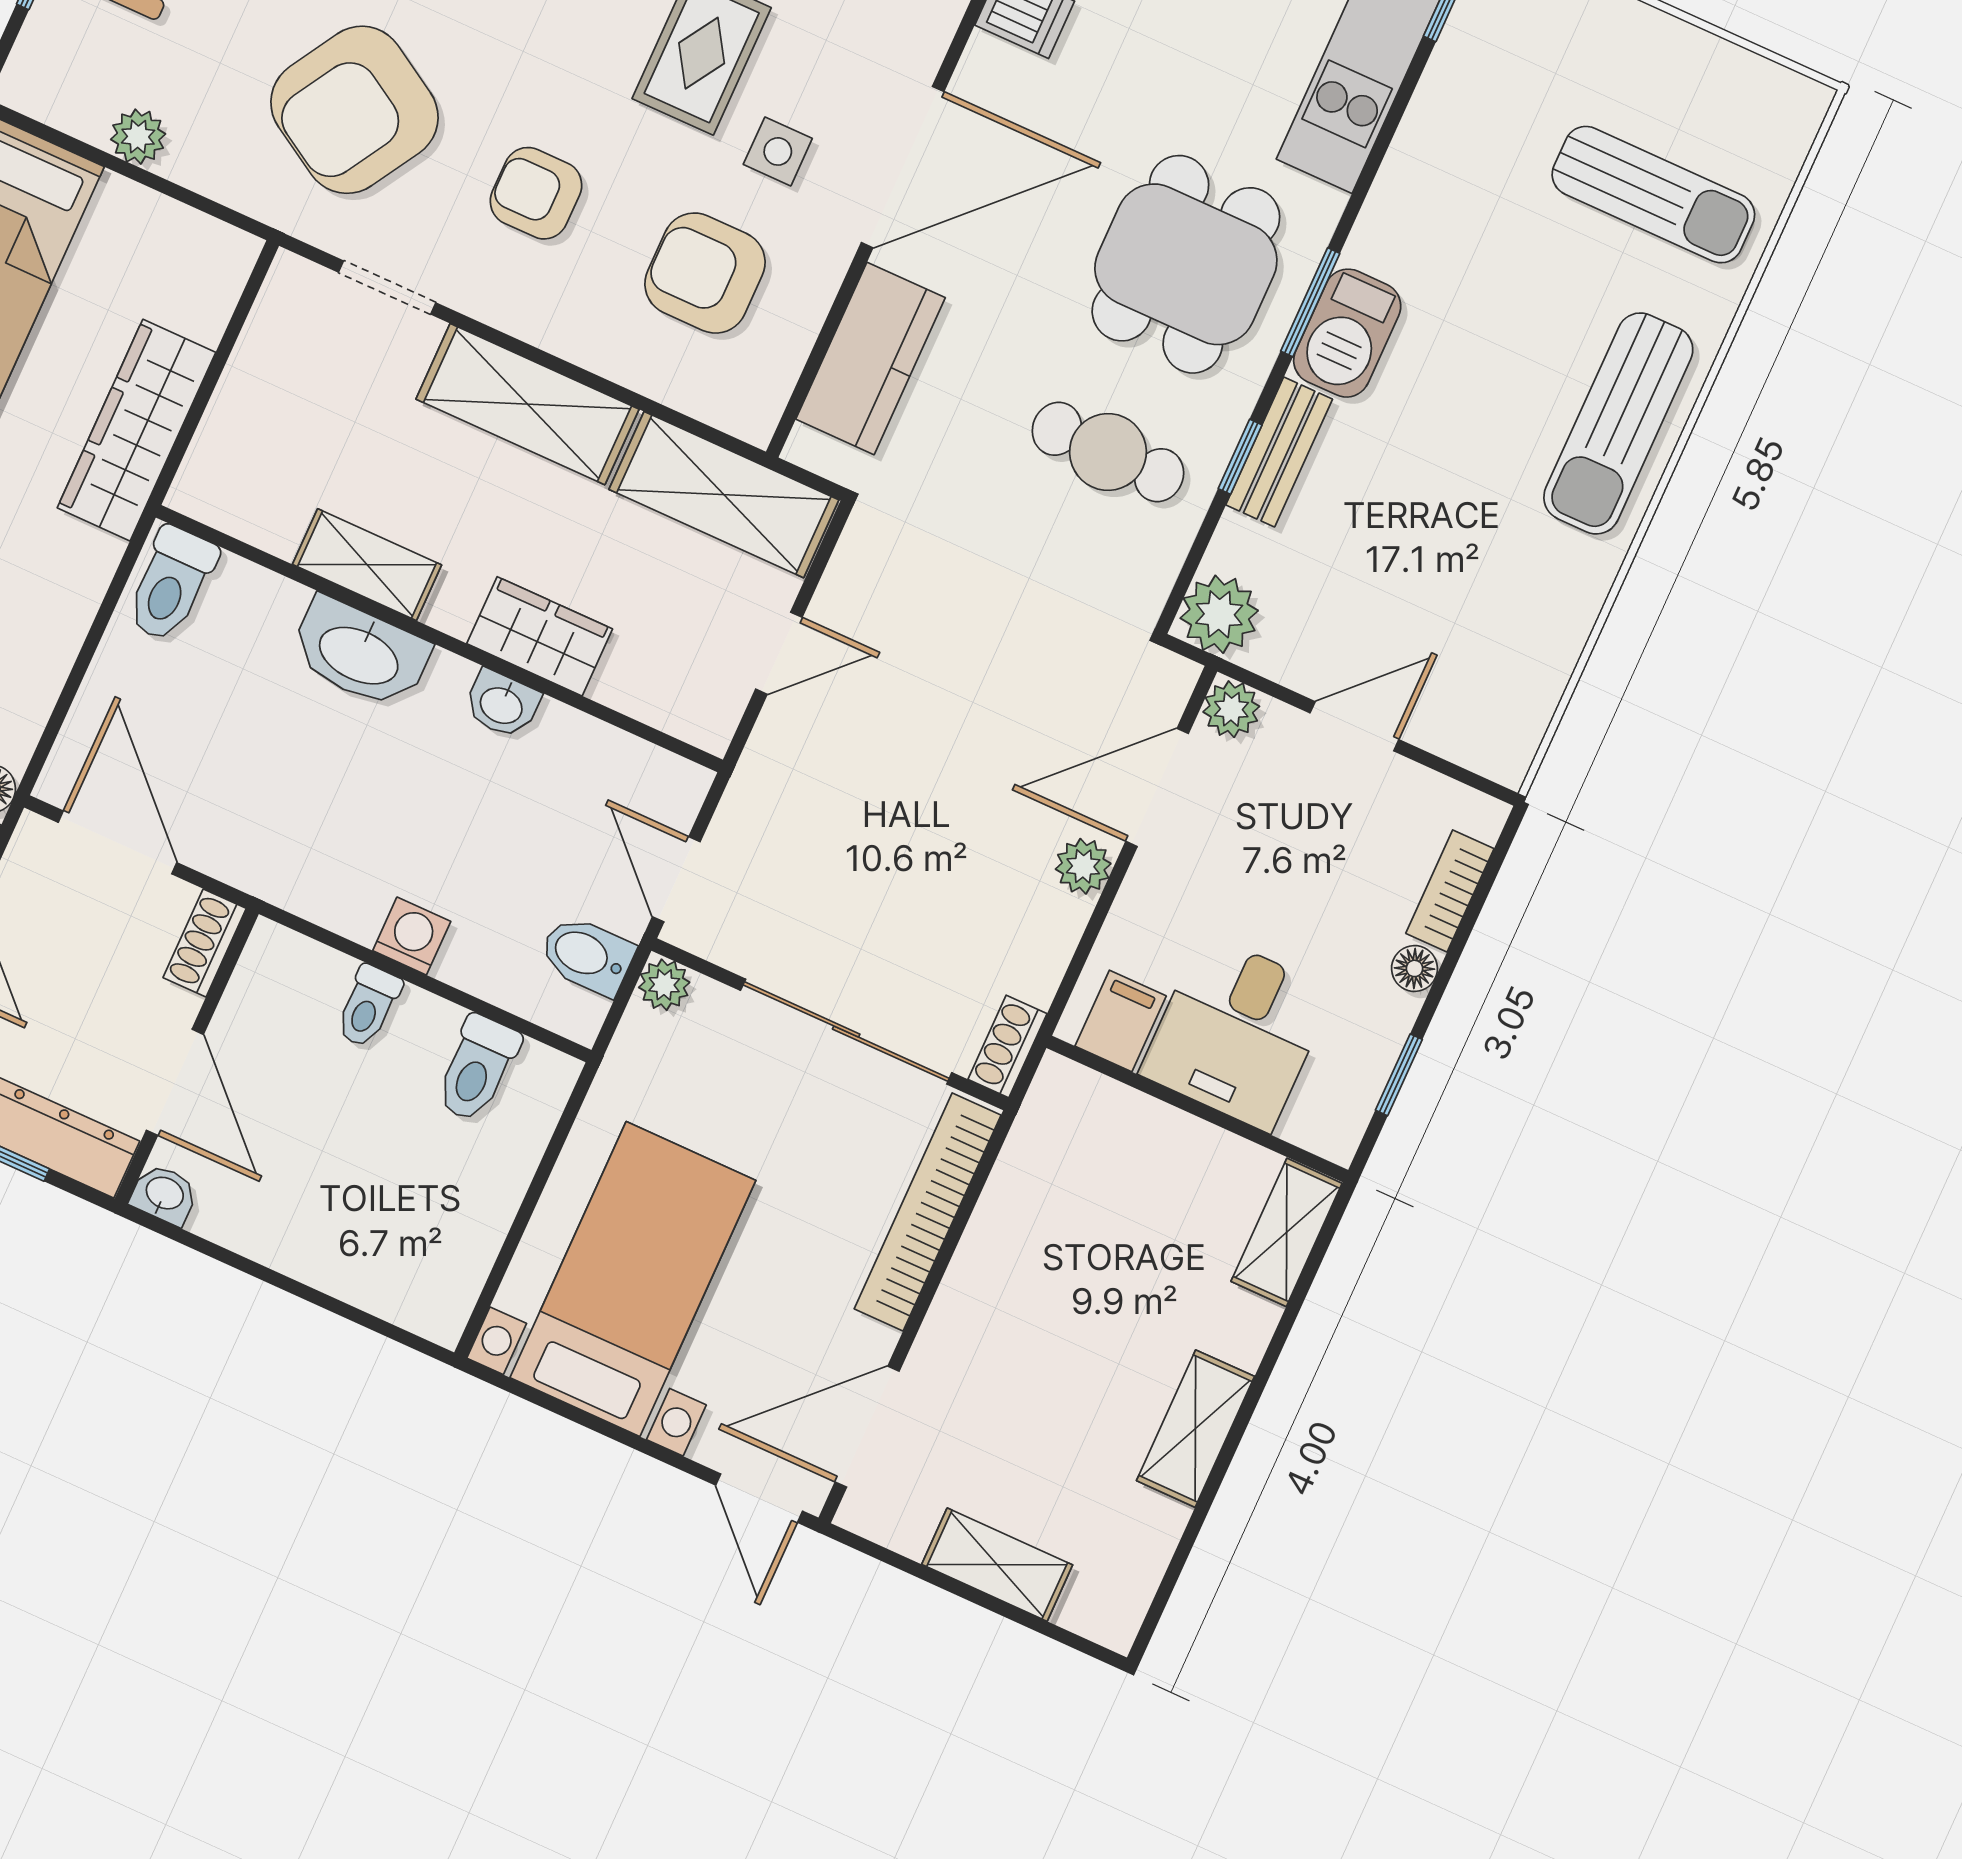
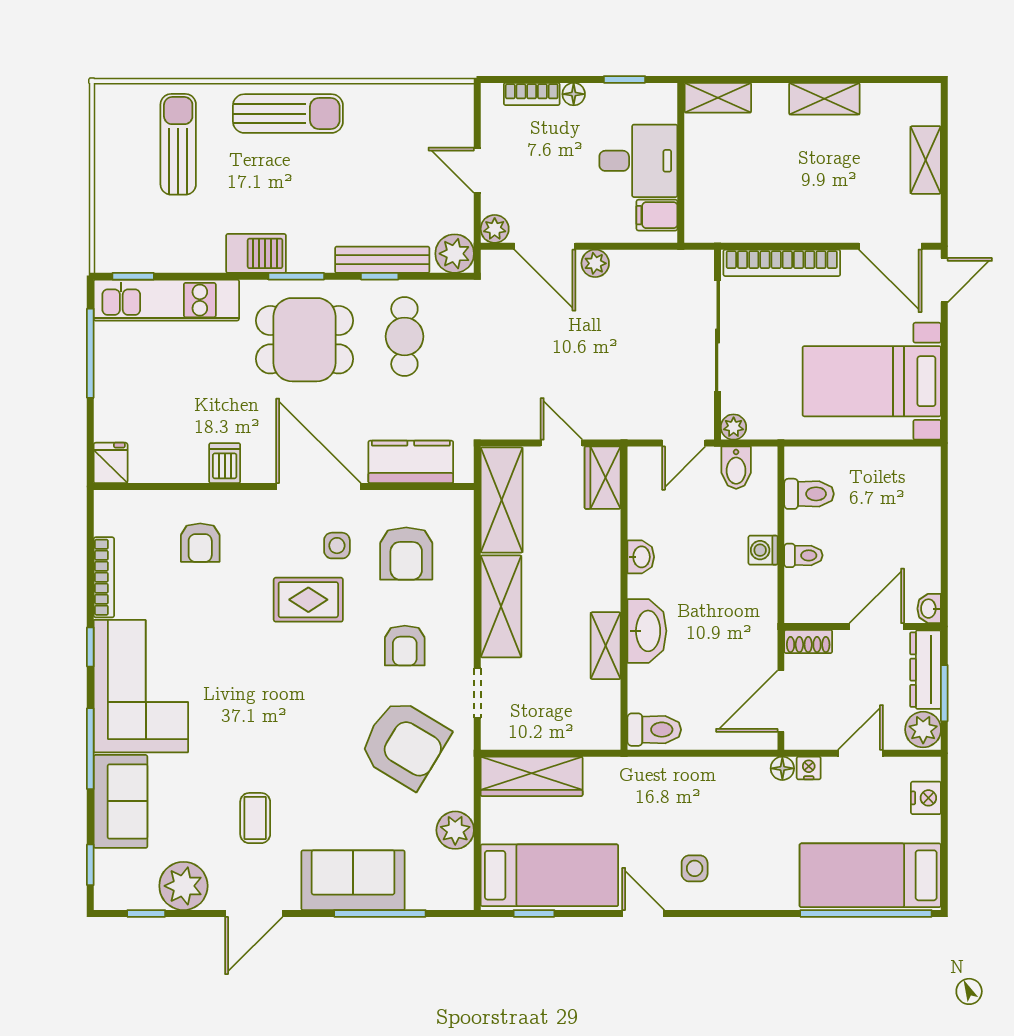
plant: (138, 137) -> (455, 830), width x1.38, depth x1.38
barbecue: (1347, 333) -> (256, 253), moved
wardrobe: (136, 430) -> (532, 776), moved
bench: (1279, 452) -> (382, 260), width x1.36
wardrobe: (540, 636) -> (603, 478), moved
shoe rack: (1007, 1046) -> (691, 261), removed

